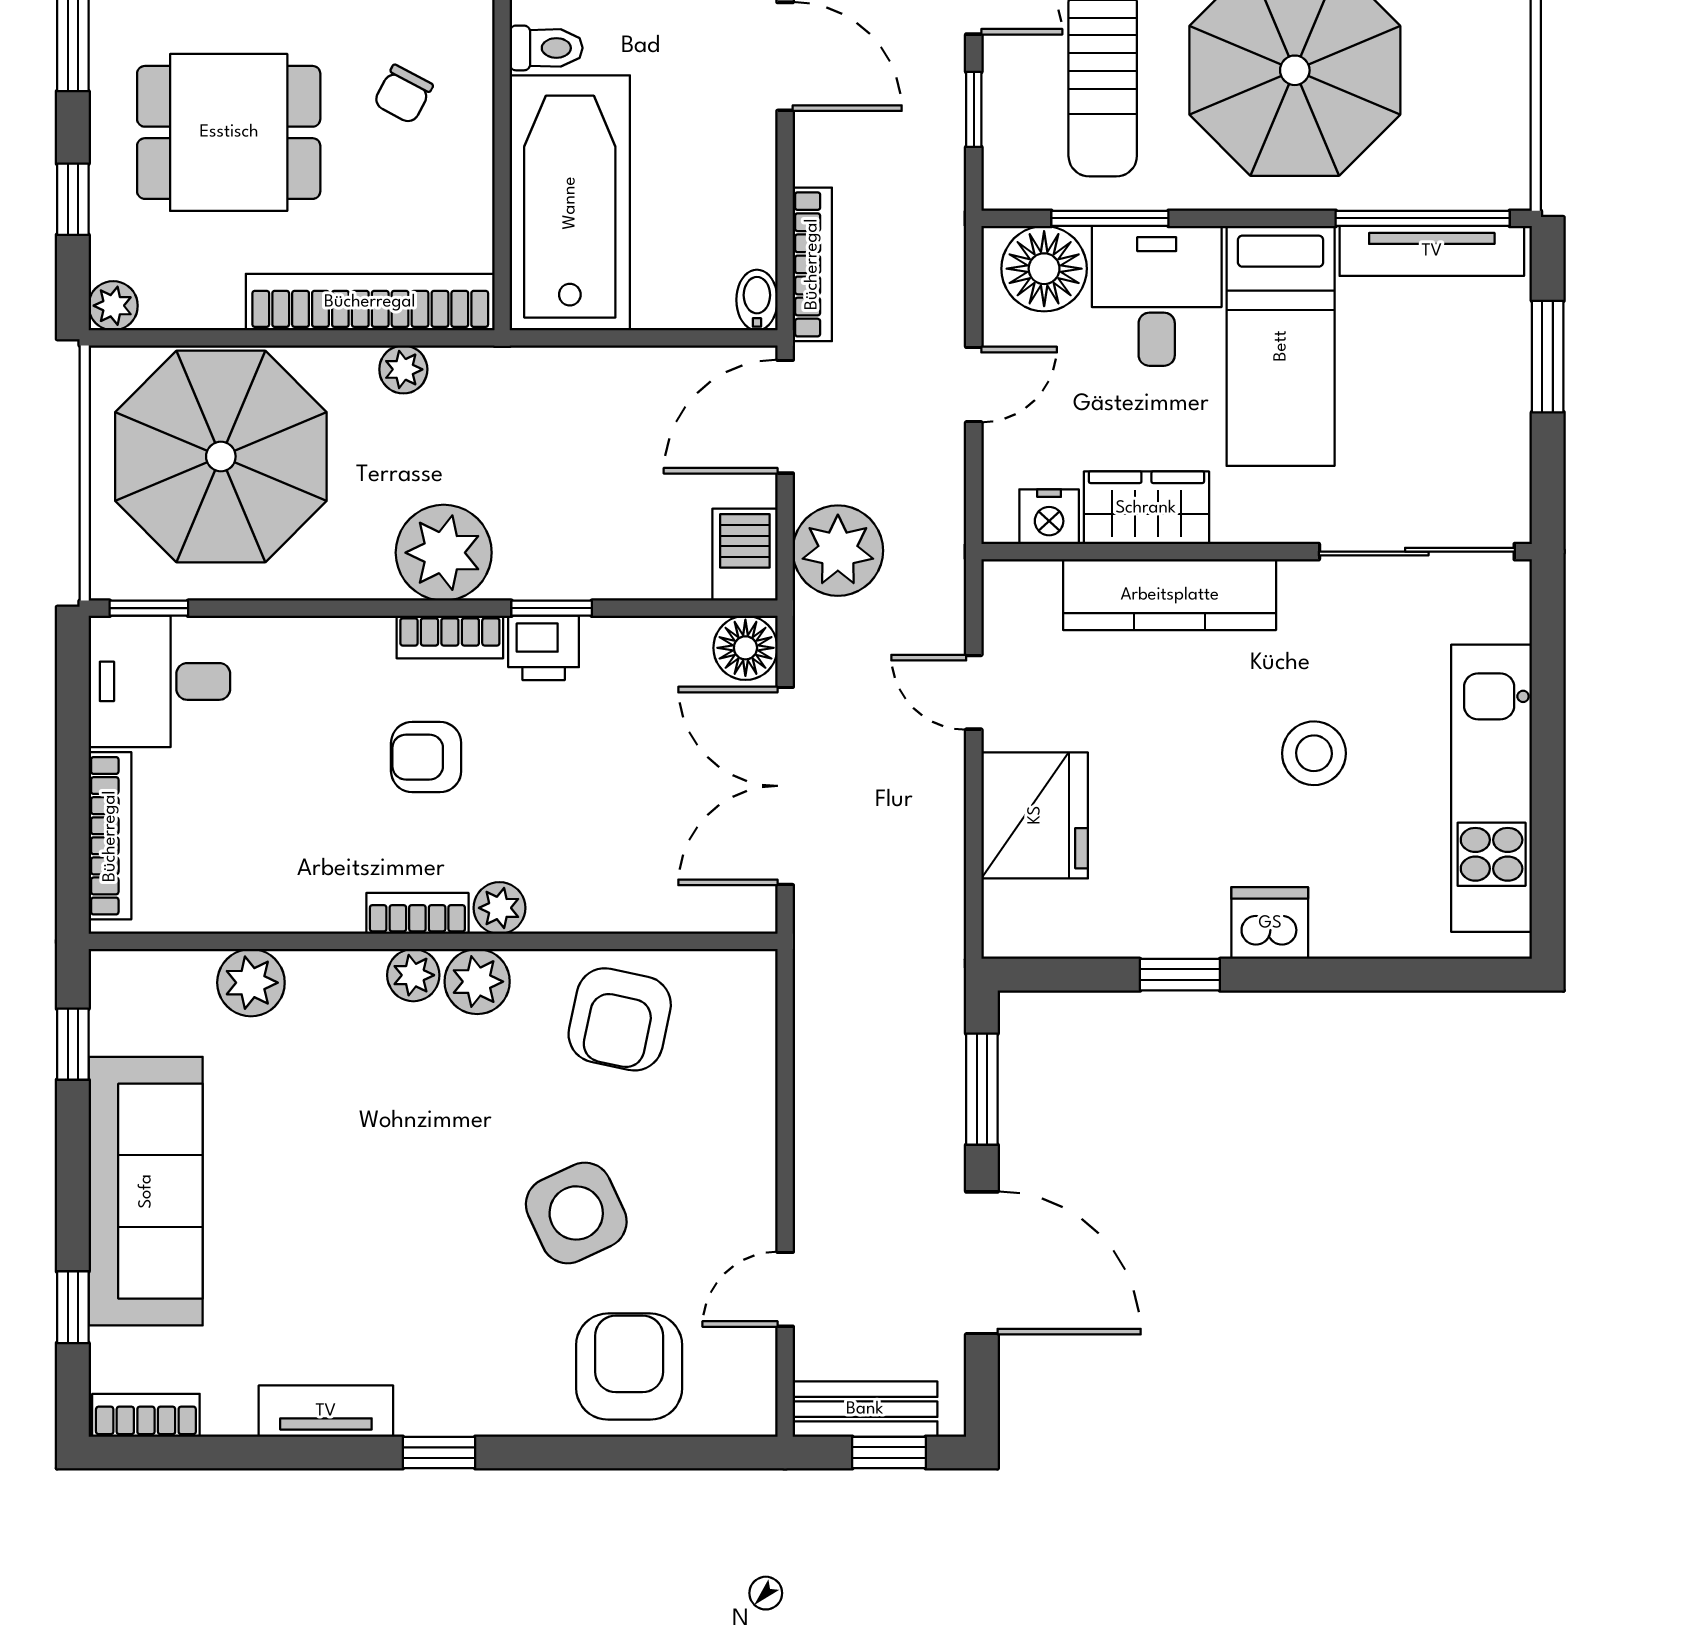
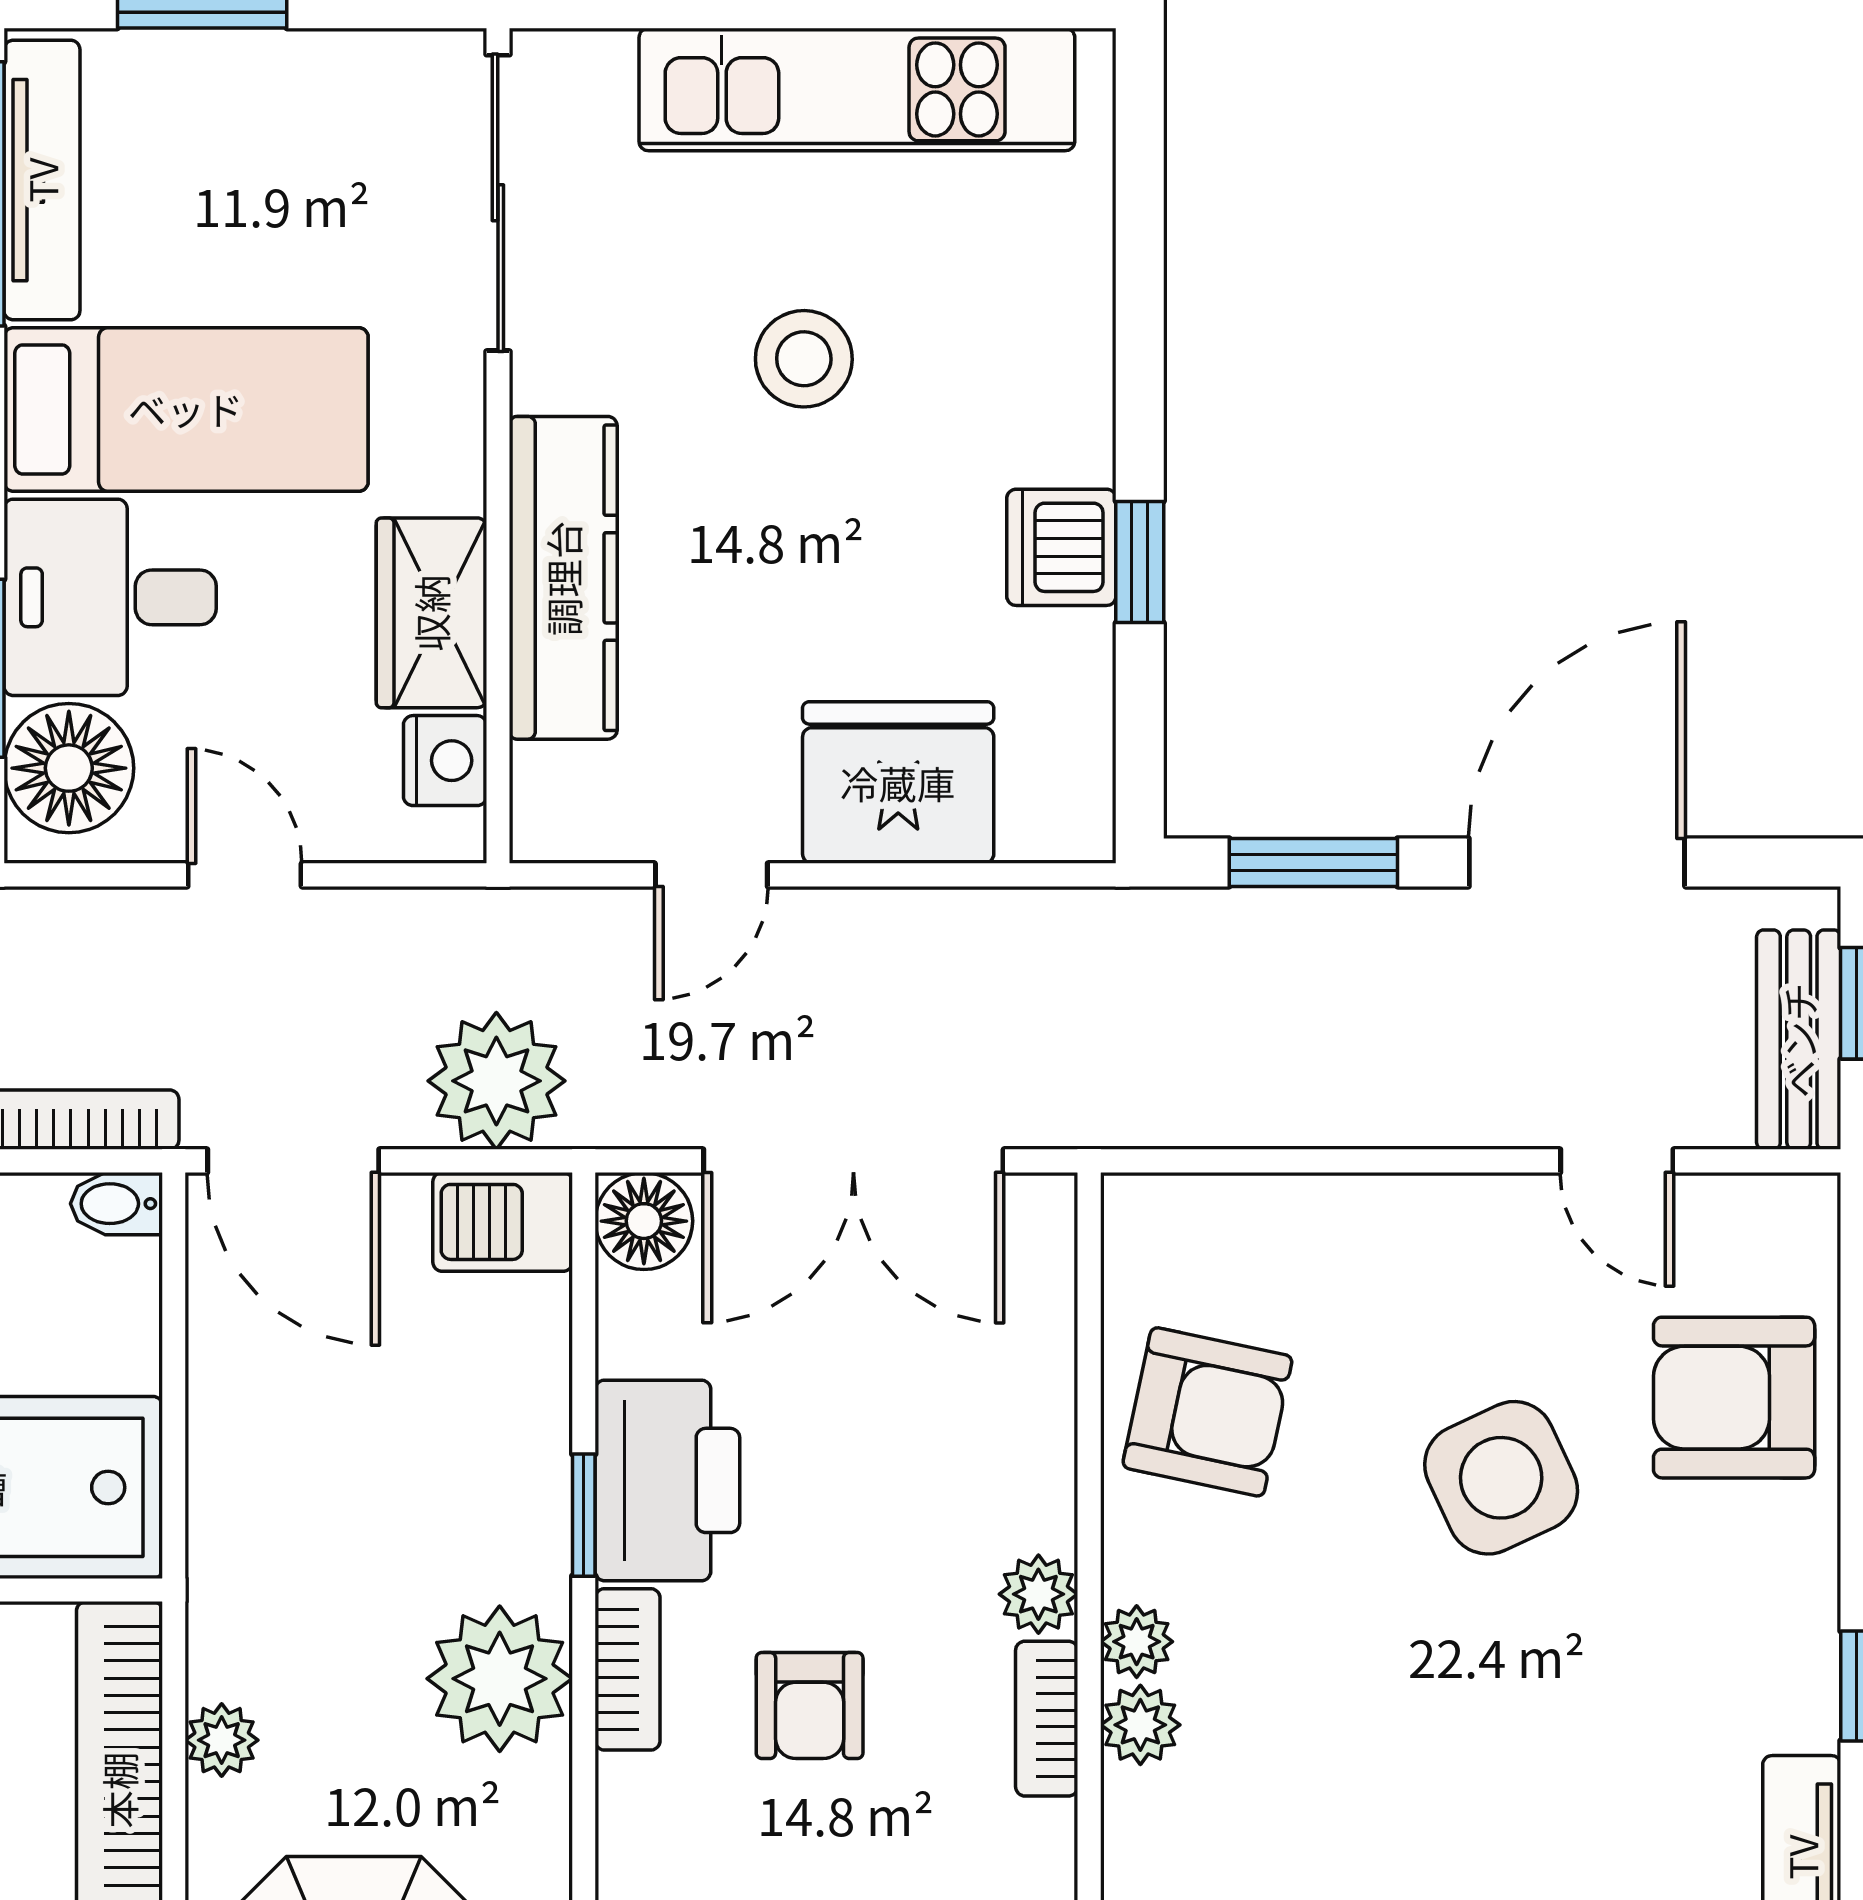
printer: (544, 648) -> (667, 1480), width x1.87, depth x1.48
dishwasher: (1270, 923) -> (1061, 547), moved
plant: (477, 982) -> (1137, 1642), width x0.73, depth x0.73

